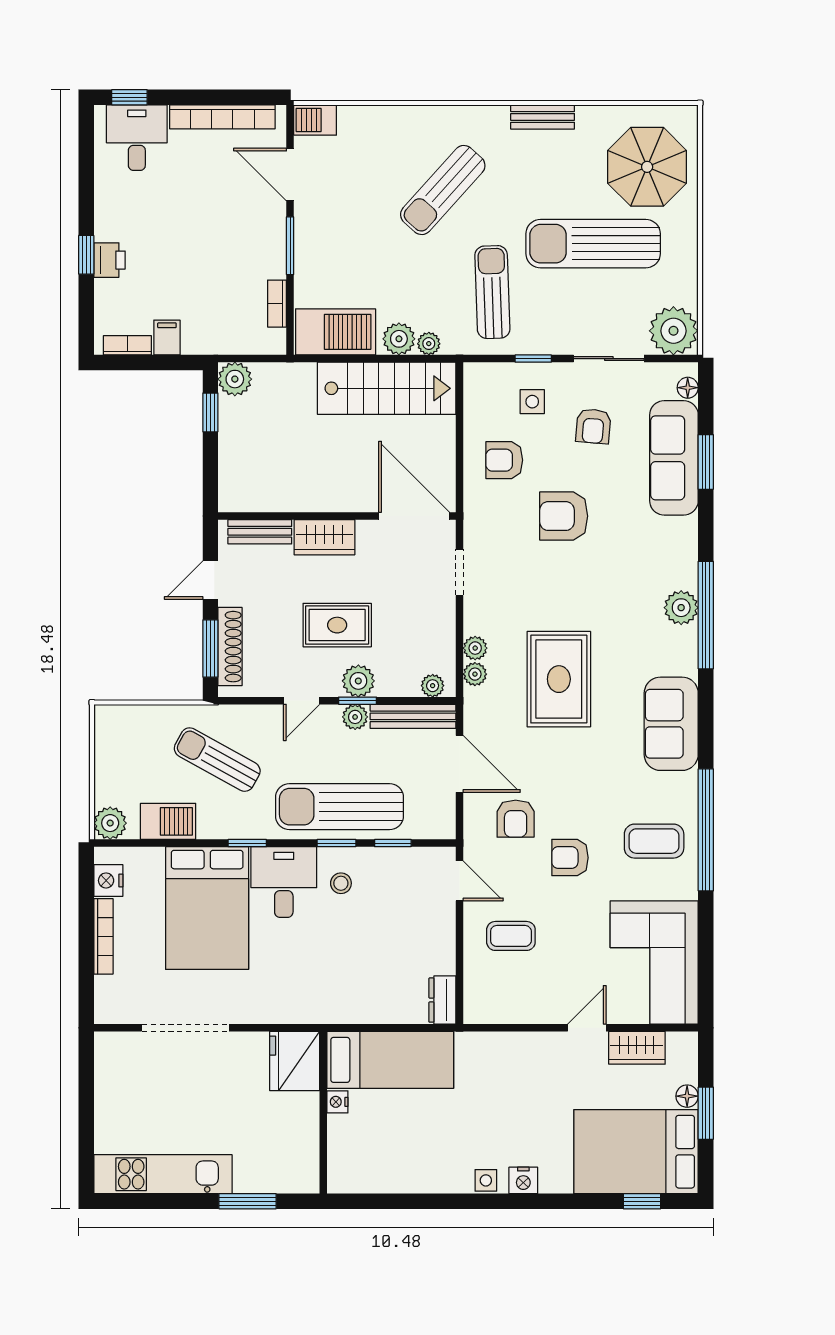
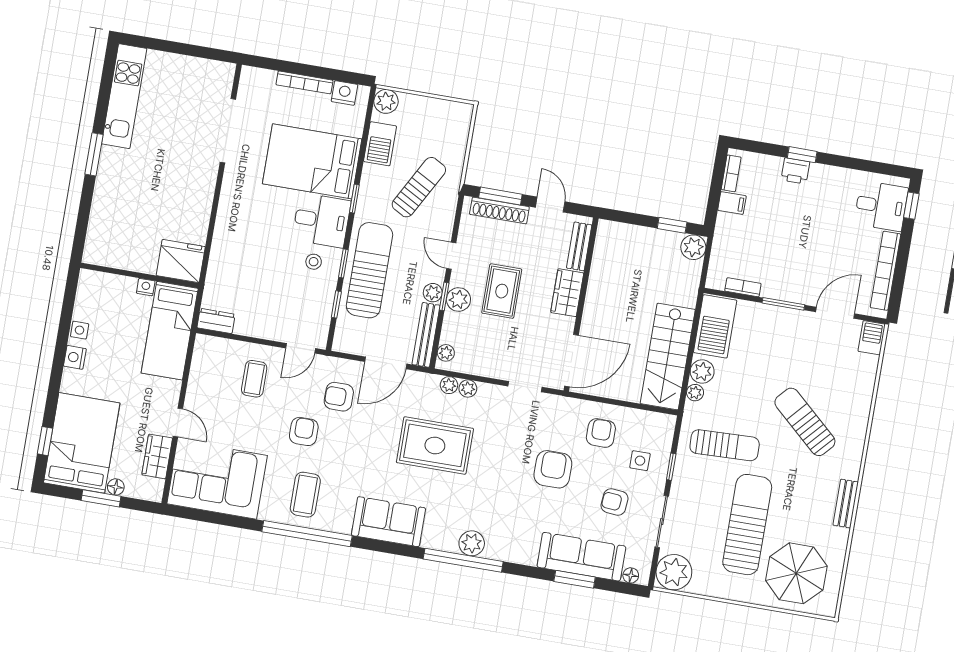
bed: (390, 1060) -> (170, 331), moved
fridge: (295, 1061) -> (181, 261), moved
nightstand: (337, 1102) -> (146, 287), moved
wall: (323, 1113) -> (140, 275), moved

